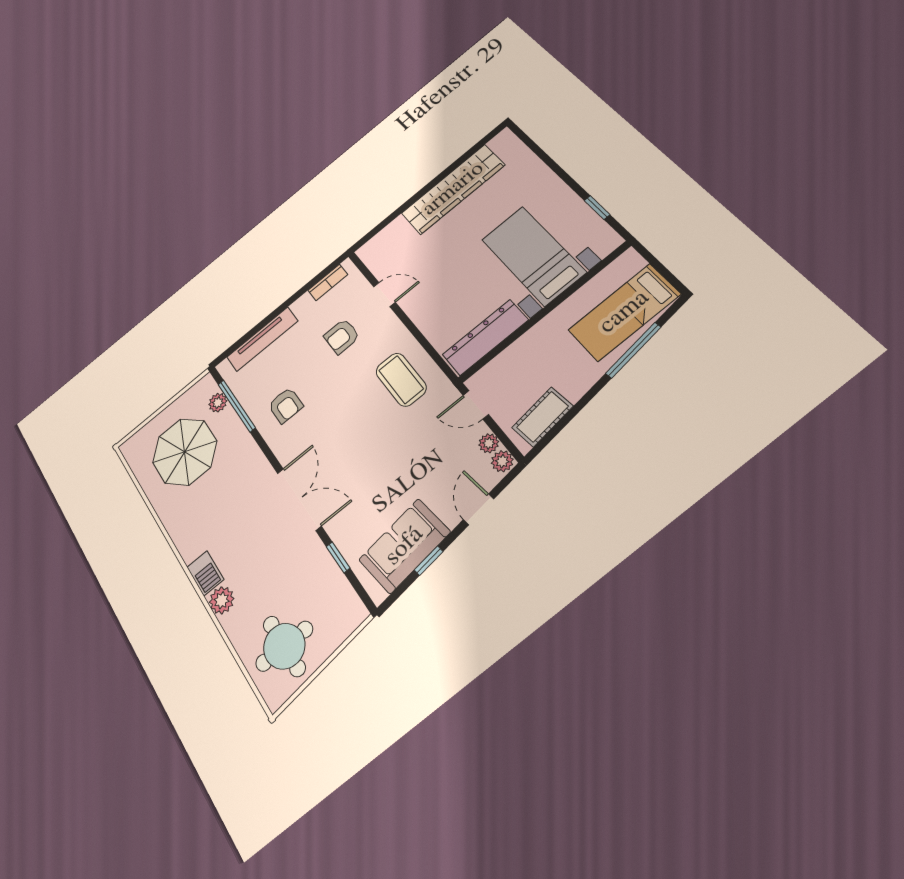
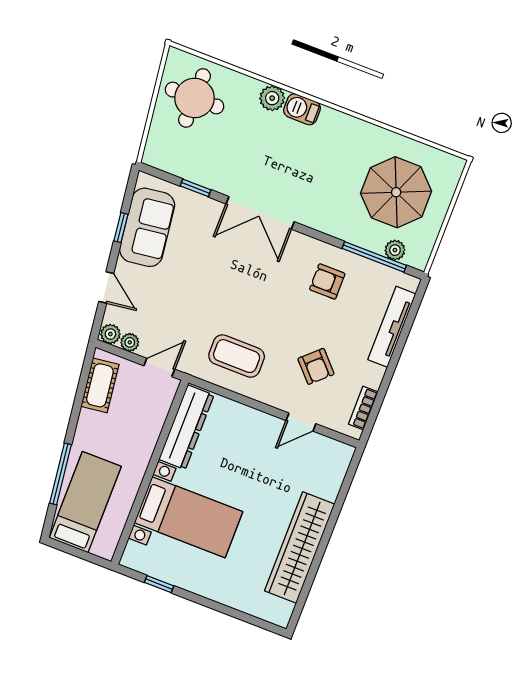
armchair: (342, 336) -> (316, 366), turned 137

